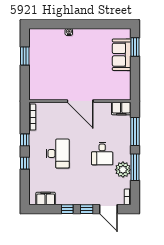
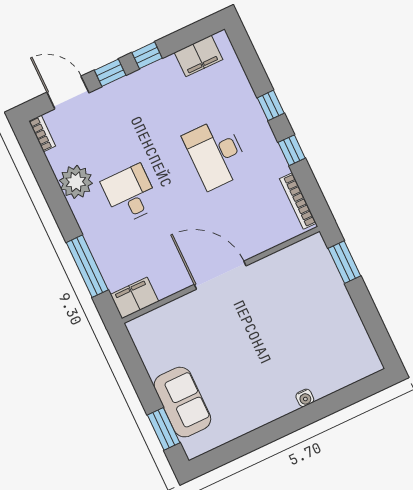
window: (25, 56) -> (344, 262), moved
window: (135, 167) -> (55, 197), removed

